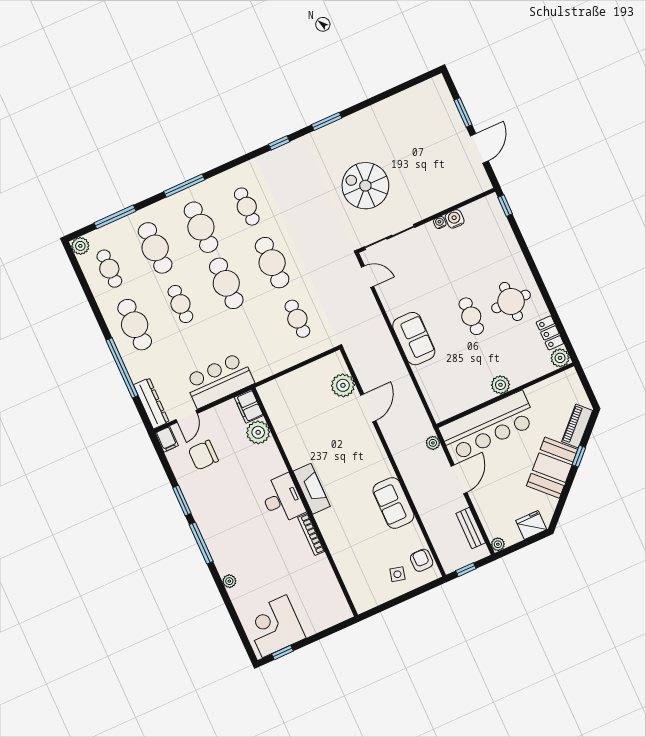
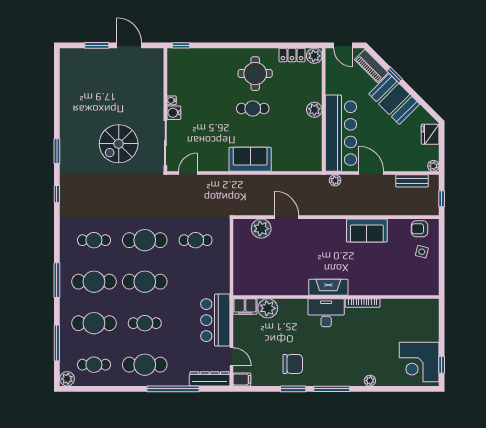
water cooler: (455, 219) -> (174, 113), moved
door: (586, 384) -> (343, 45), added
chair: (203, 455) -> (293, 364), moved, turned -90

